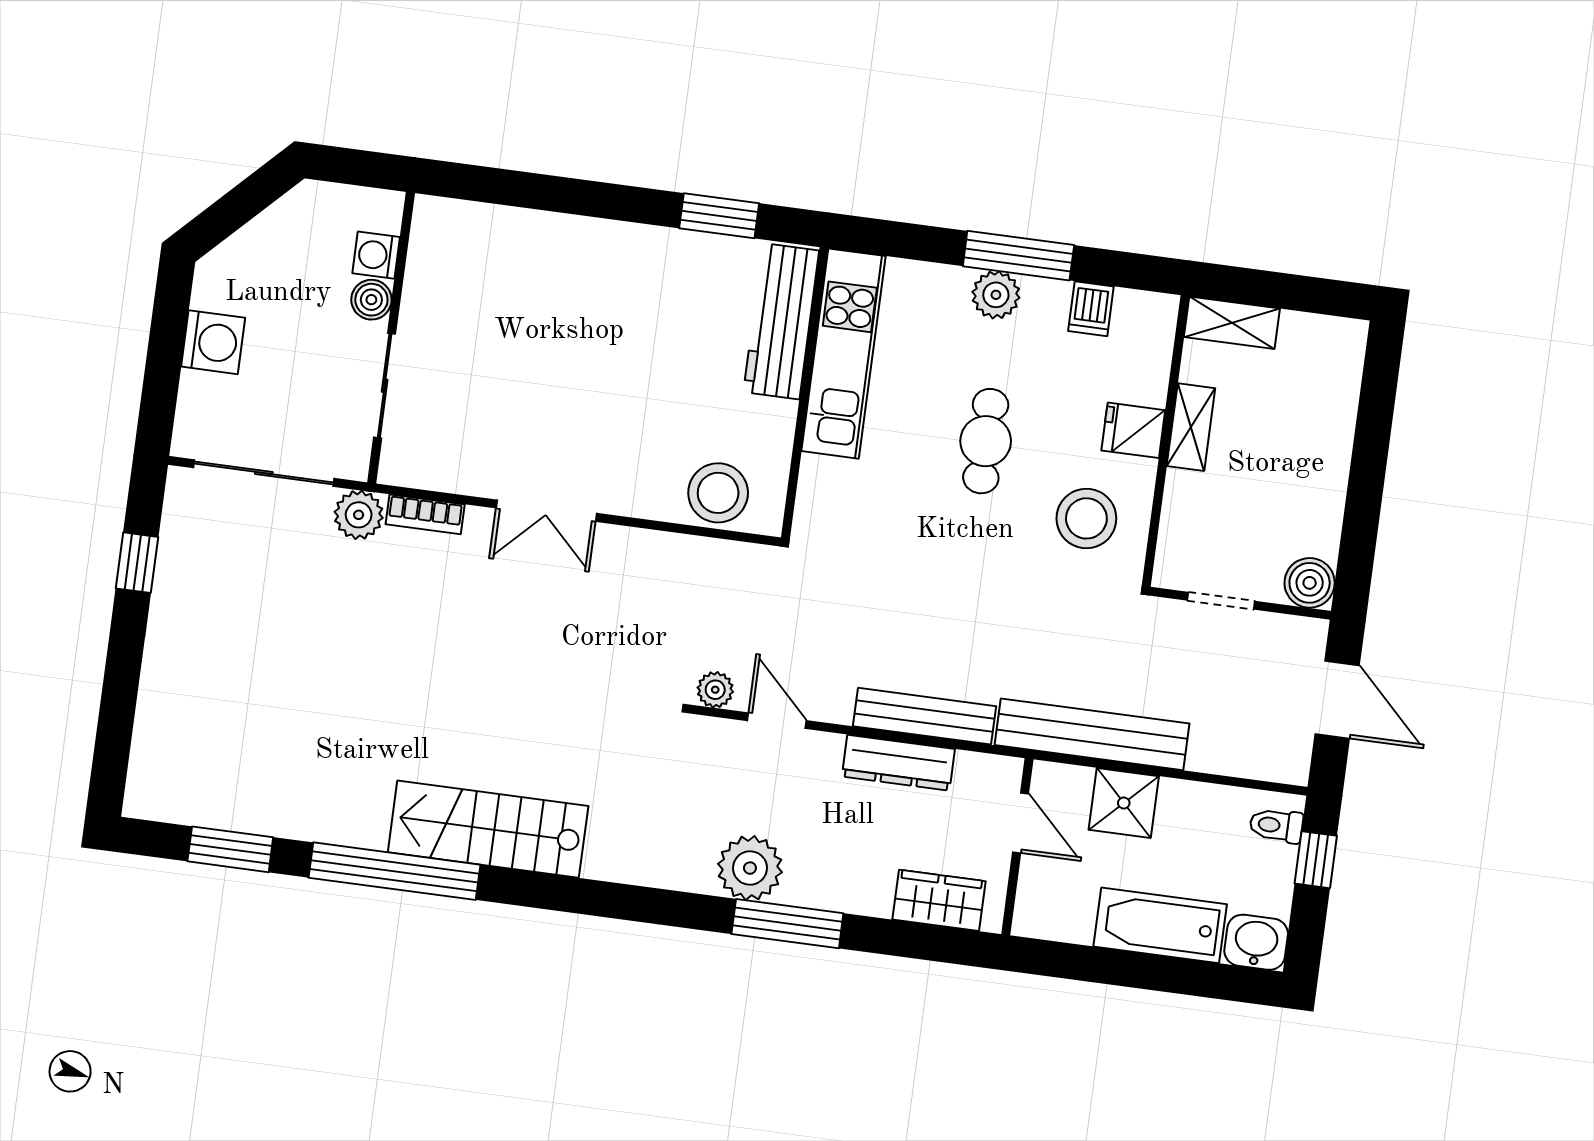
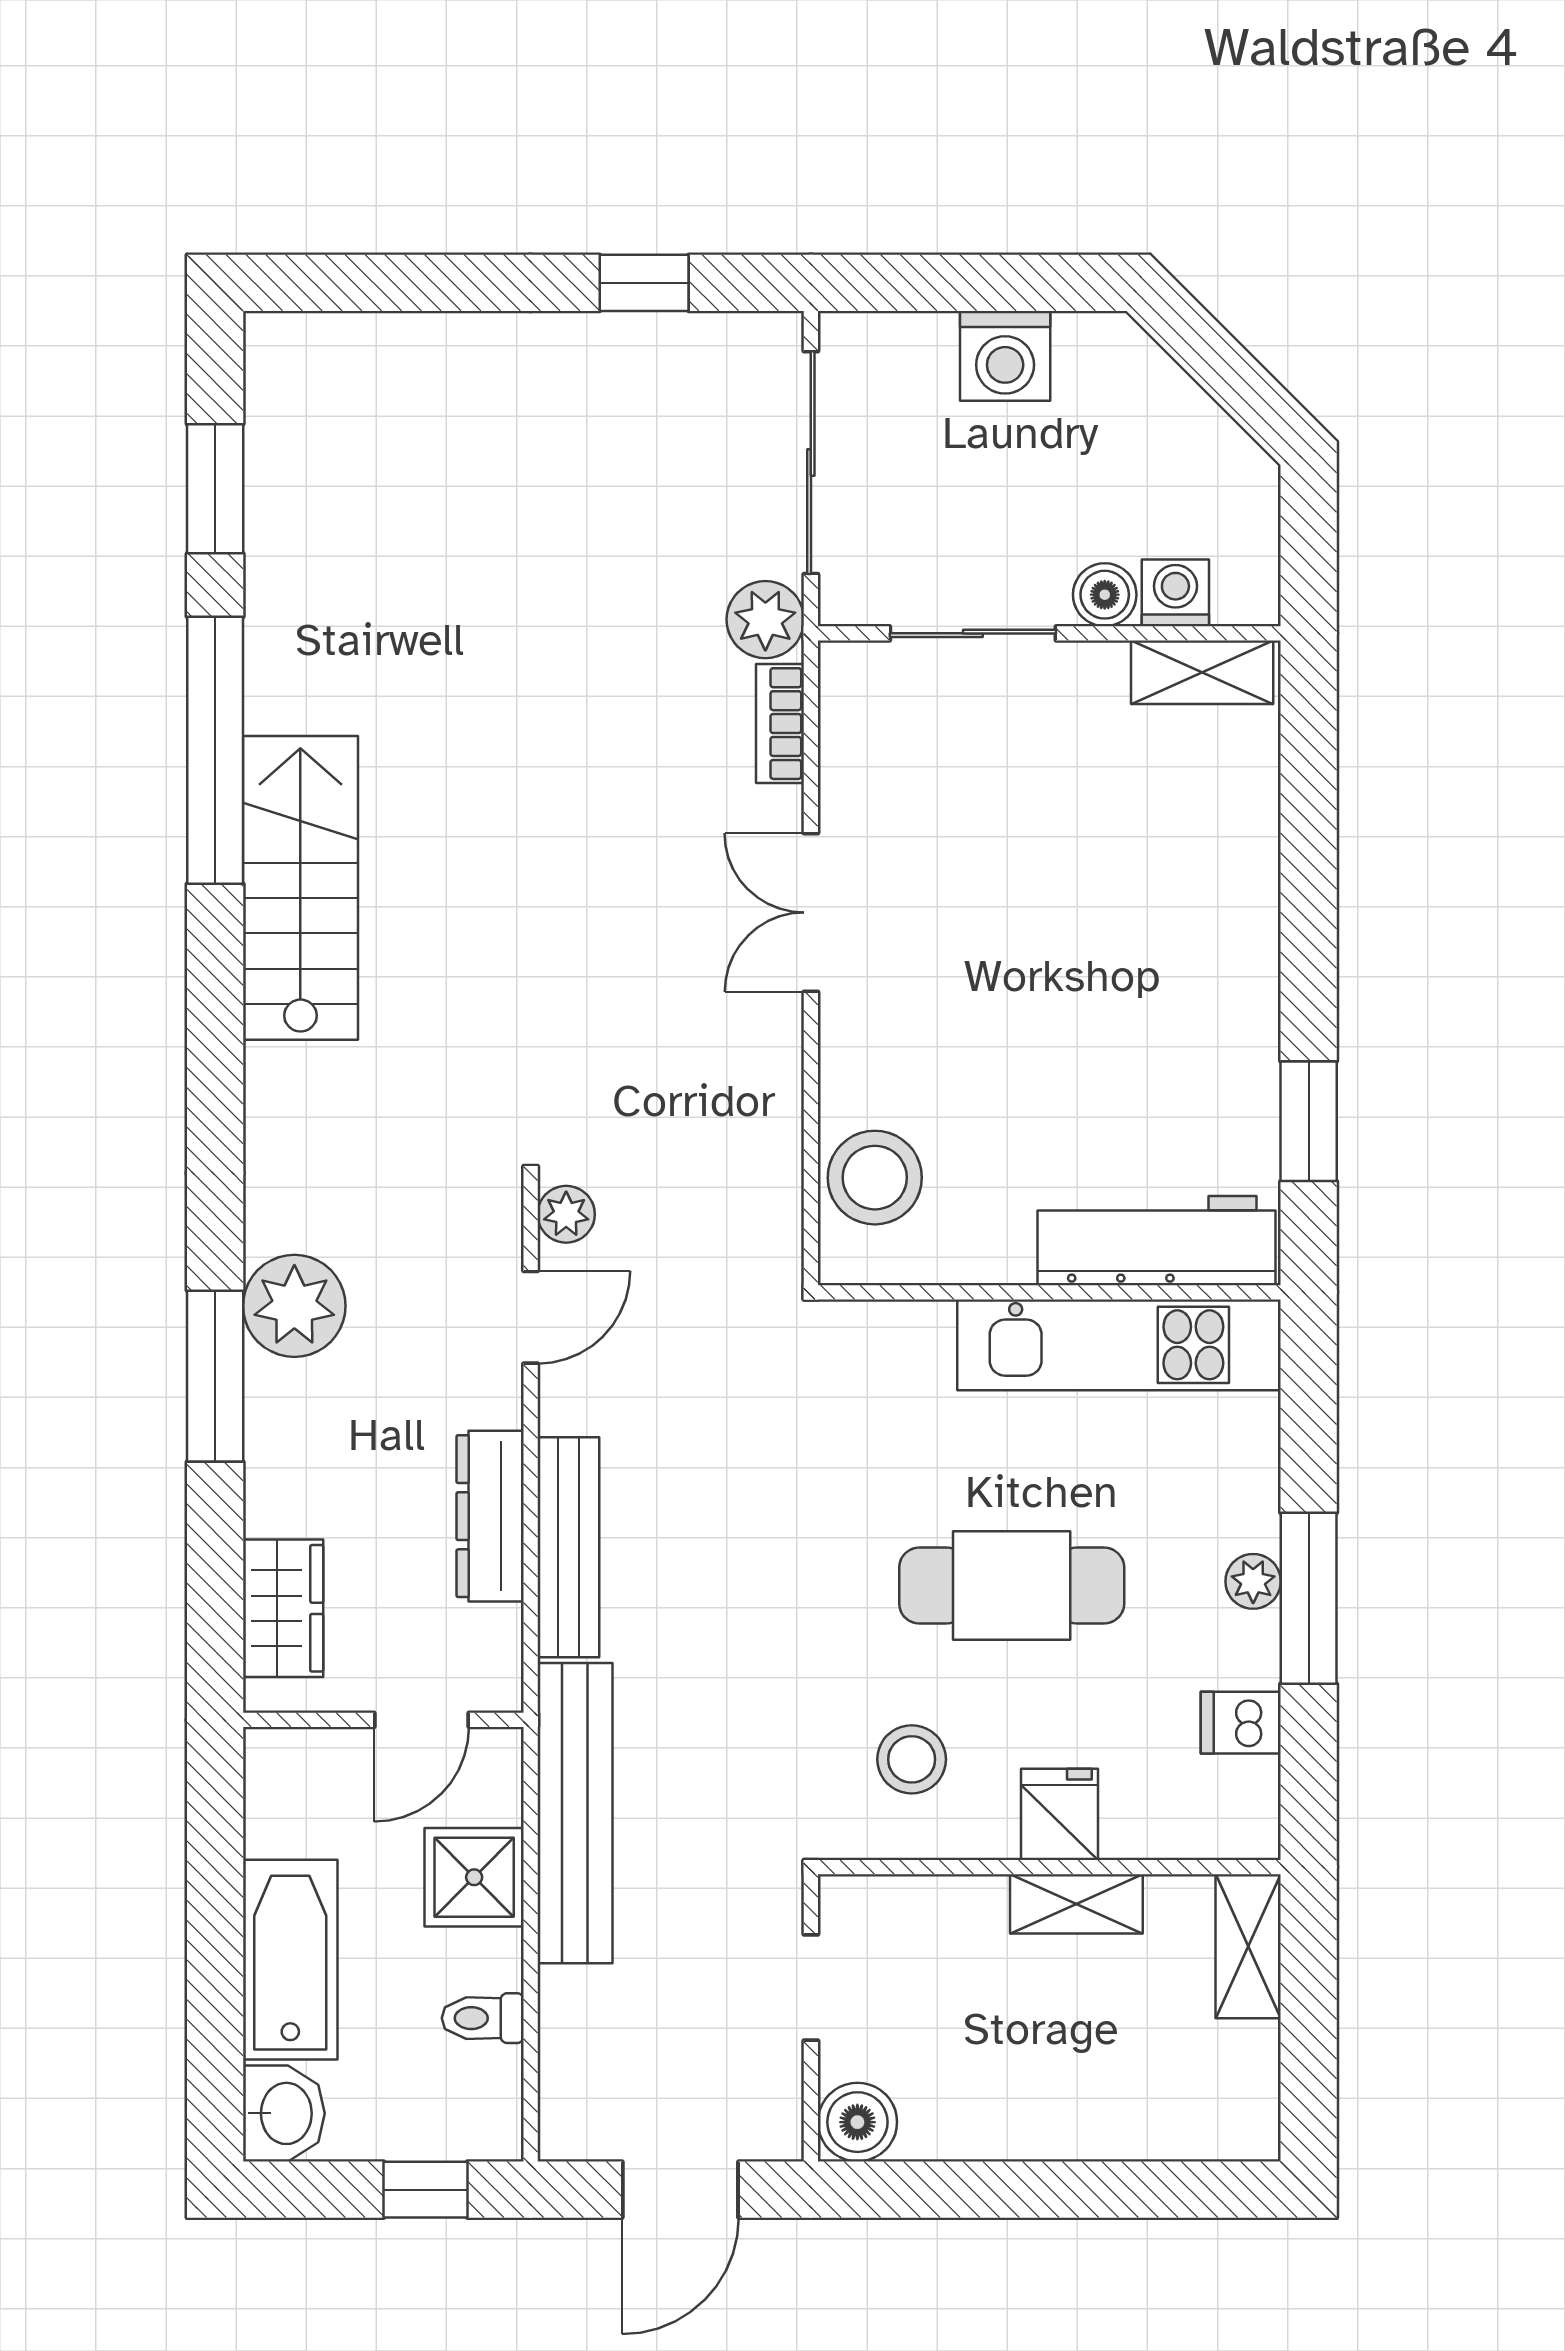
shelving: (428, 245) -> (1202, 672), added
plant: (996, 295) -> (1253, 1581), width x0.73, depth x0.73
cafe table: (986, 441) -> (1012, 1586), width x1.37, depth x1.35
stool: (1086, 518) -> (912, 1759), width x0.73, depth x0.73
toilet: (1276, 825) -> (483, 2018), moved, turned -90

